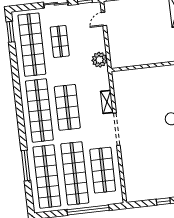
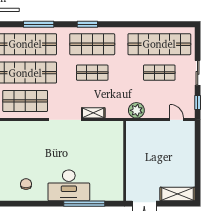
window: (10, 32) -> (87, 24), moved
shop shelf: (67, 107) -> (92, 73), width x0.70, depth x0.74
shop shelf: (39, 111) -> (92, 44), width x0.71

